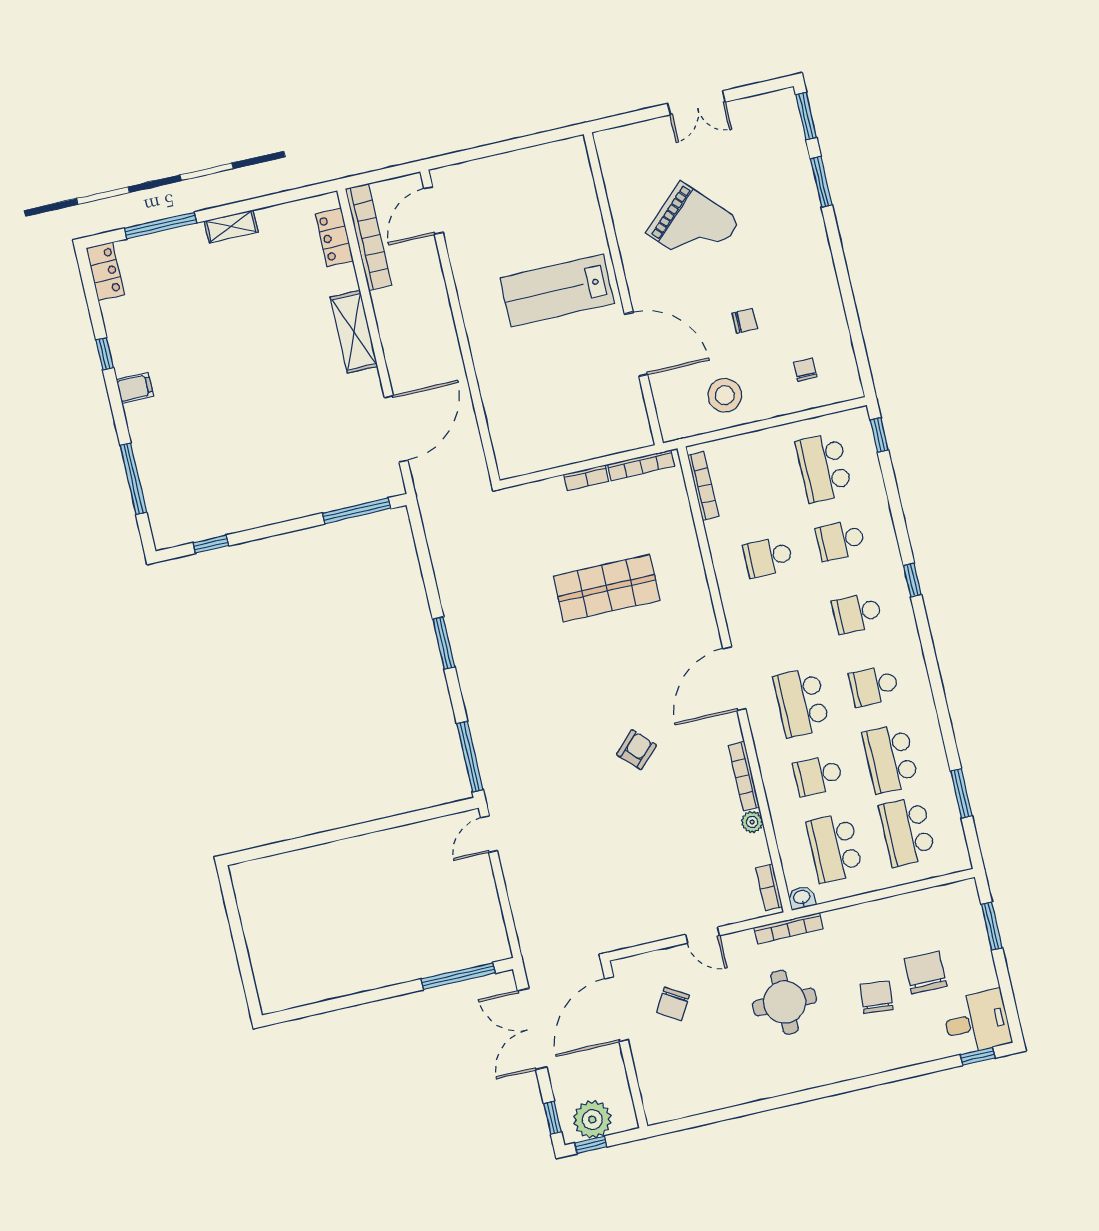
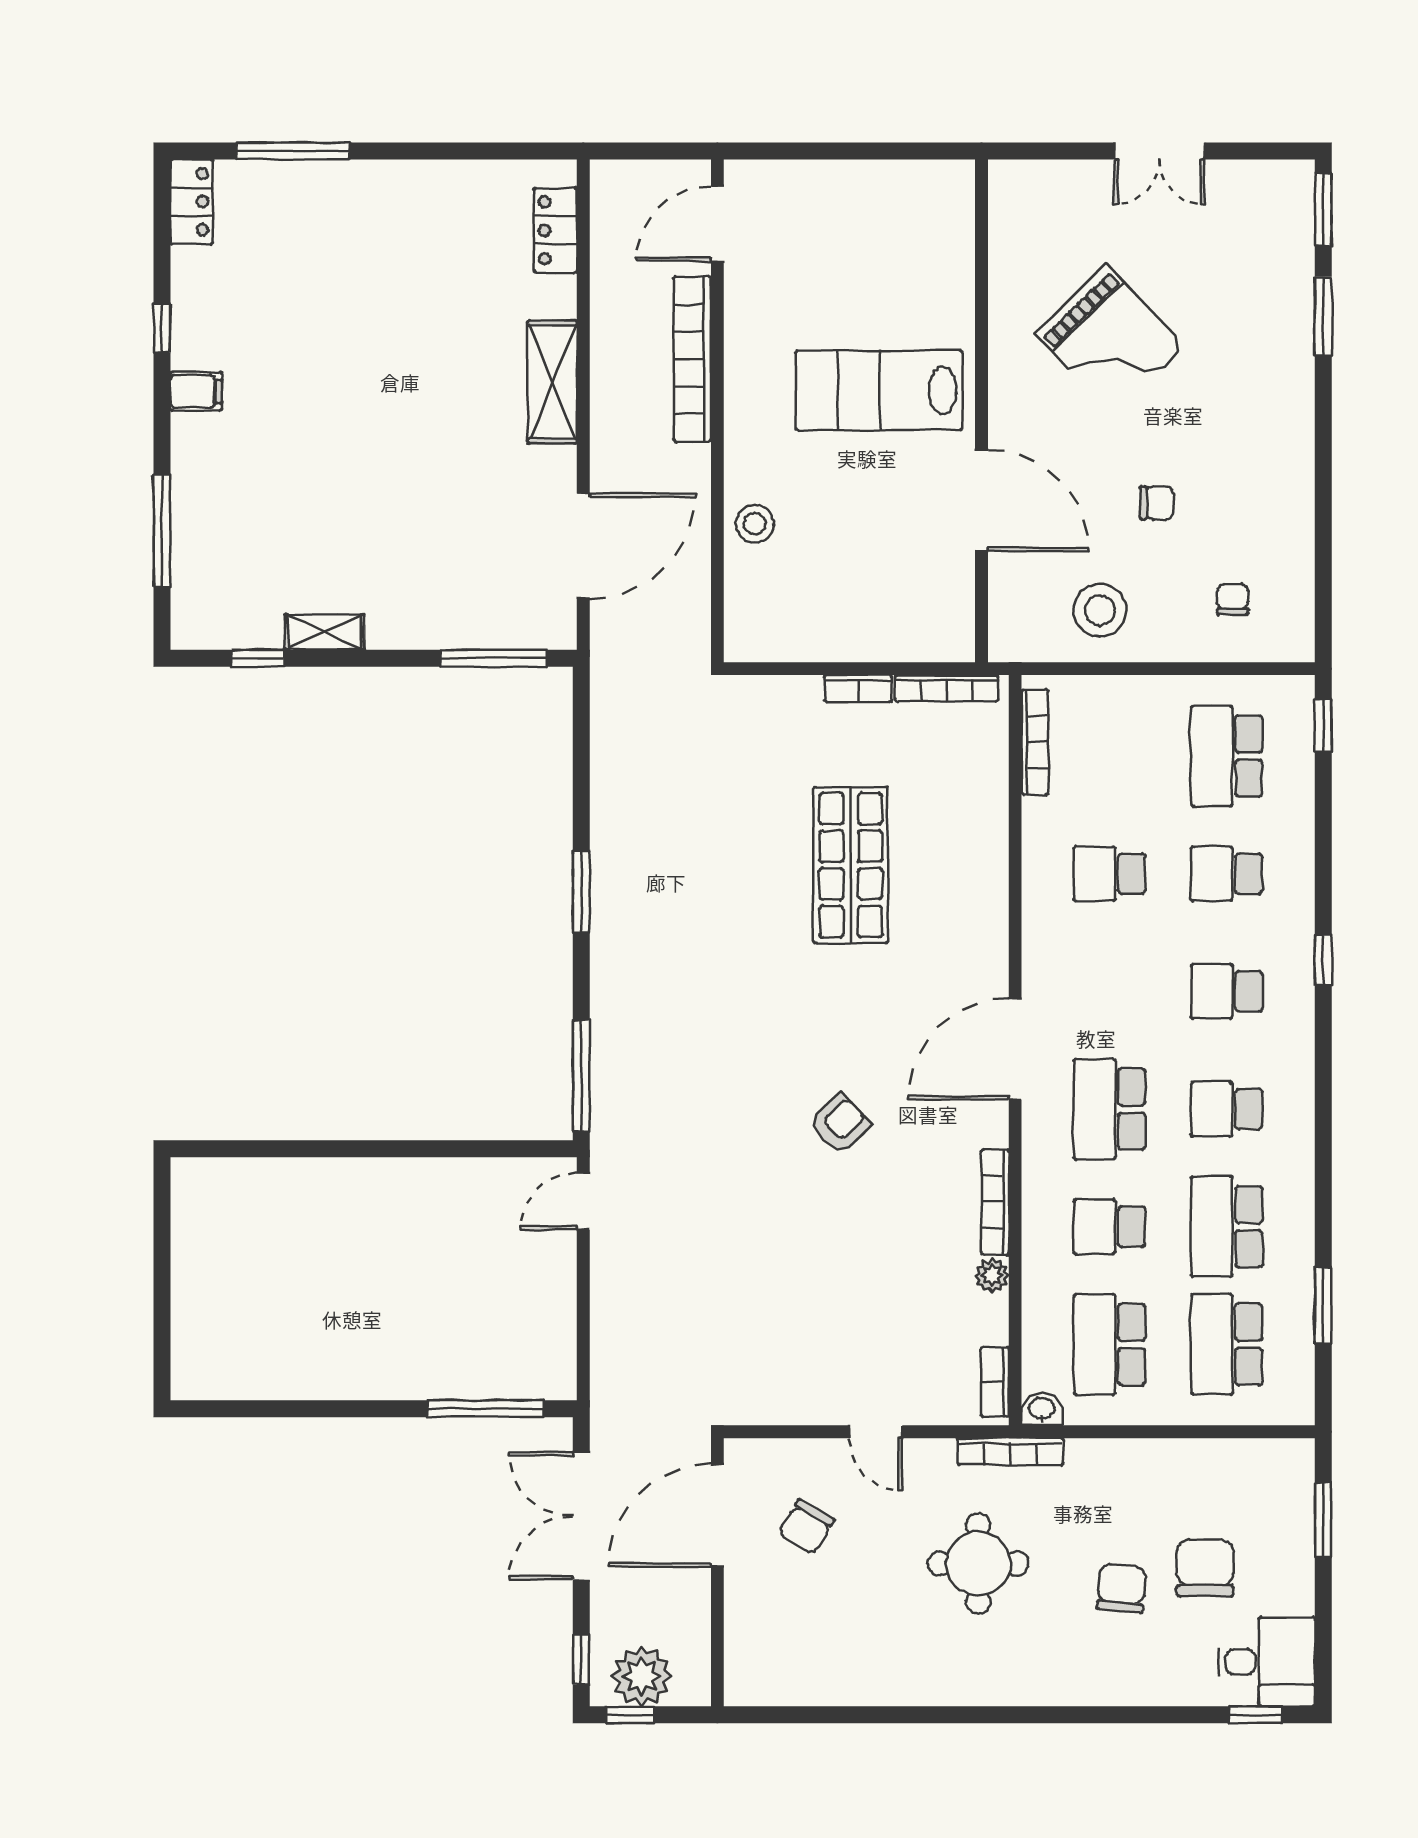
shelving: (231, 226) -> (325, 632), moved
bookcase: (368, 237) -> (692, 359), moved, turned 180
stool: (499, 391) -> (755, 524), added
shop shelf: (607, 588) -> (851, 865), turned 90

